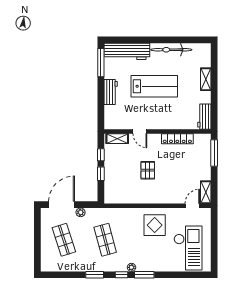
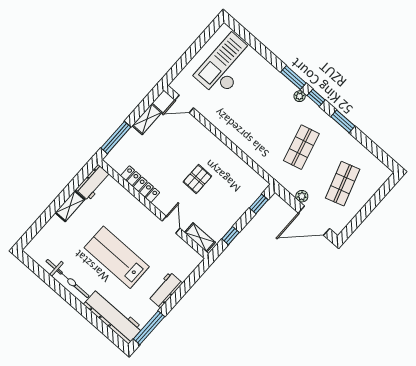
shelving: (206, 79) -> (70, 206), moved
window: (101, 174) -> (259, 204), moved
shelving: (206, 192) -> (147, 119), moved
display table: (155, 225) -> (239, 118), removed

